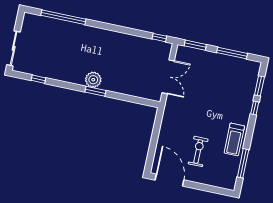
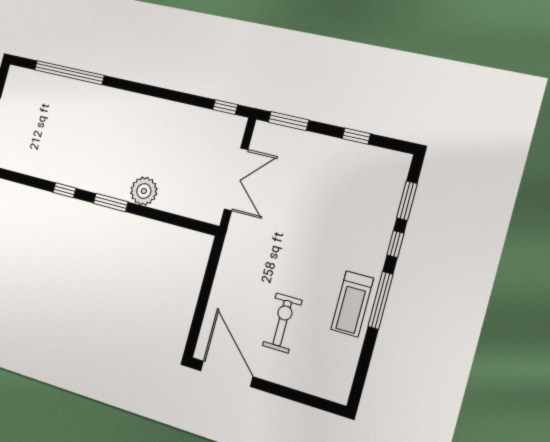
window: (232, 53) -> (356, 136), width x0.46
window: (38, 79) -> (64, 190), moved
plant: (93, 80) -> (144, 191), moved
window: (243, 163) -> (380, 300), moved

